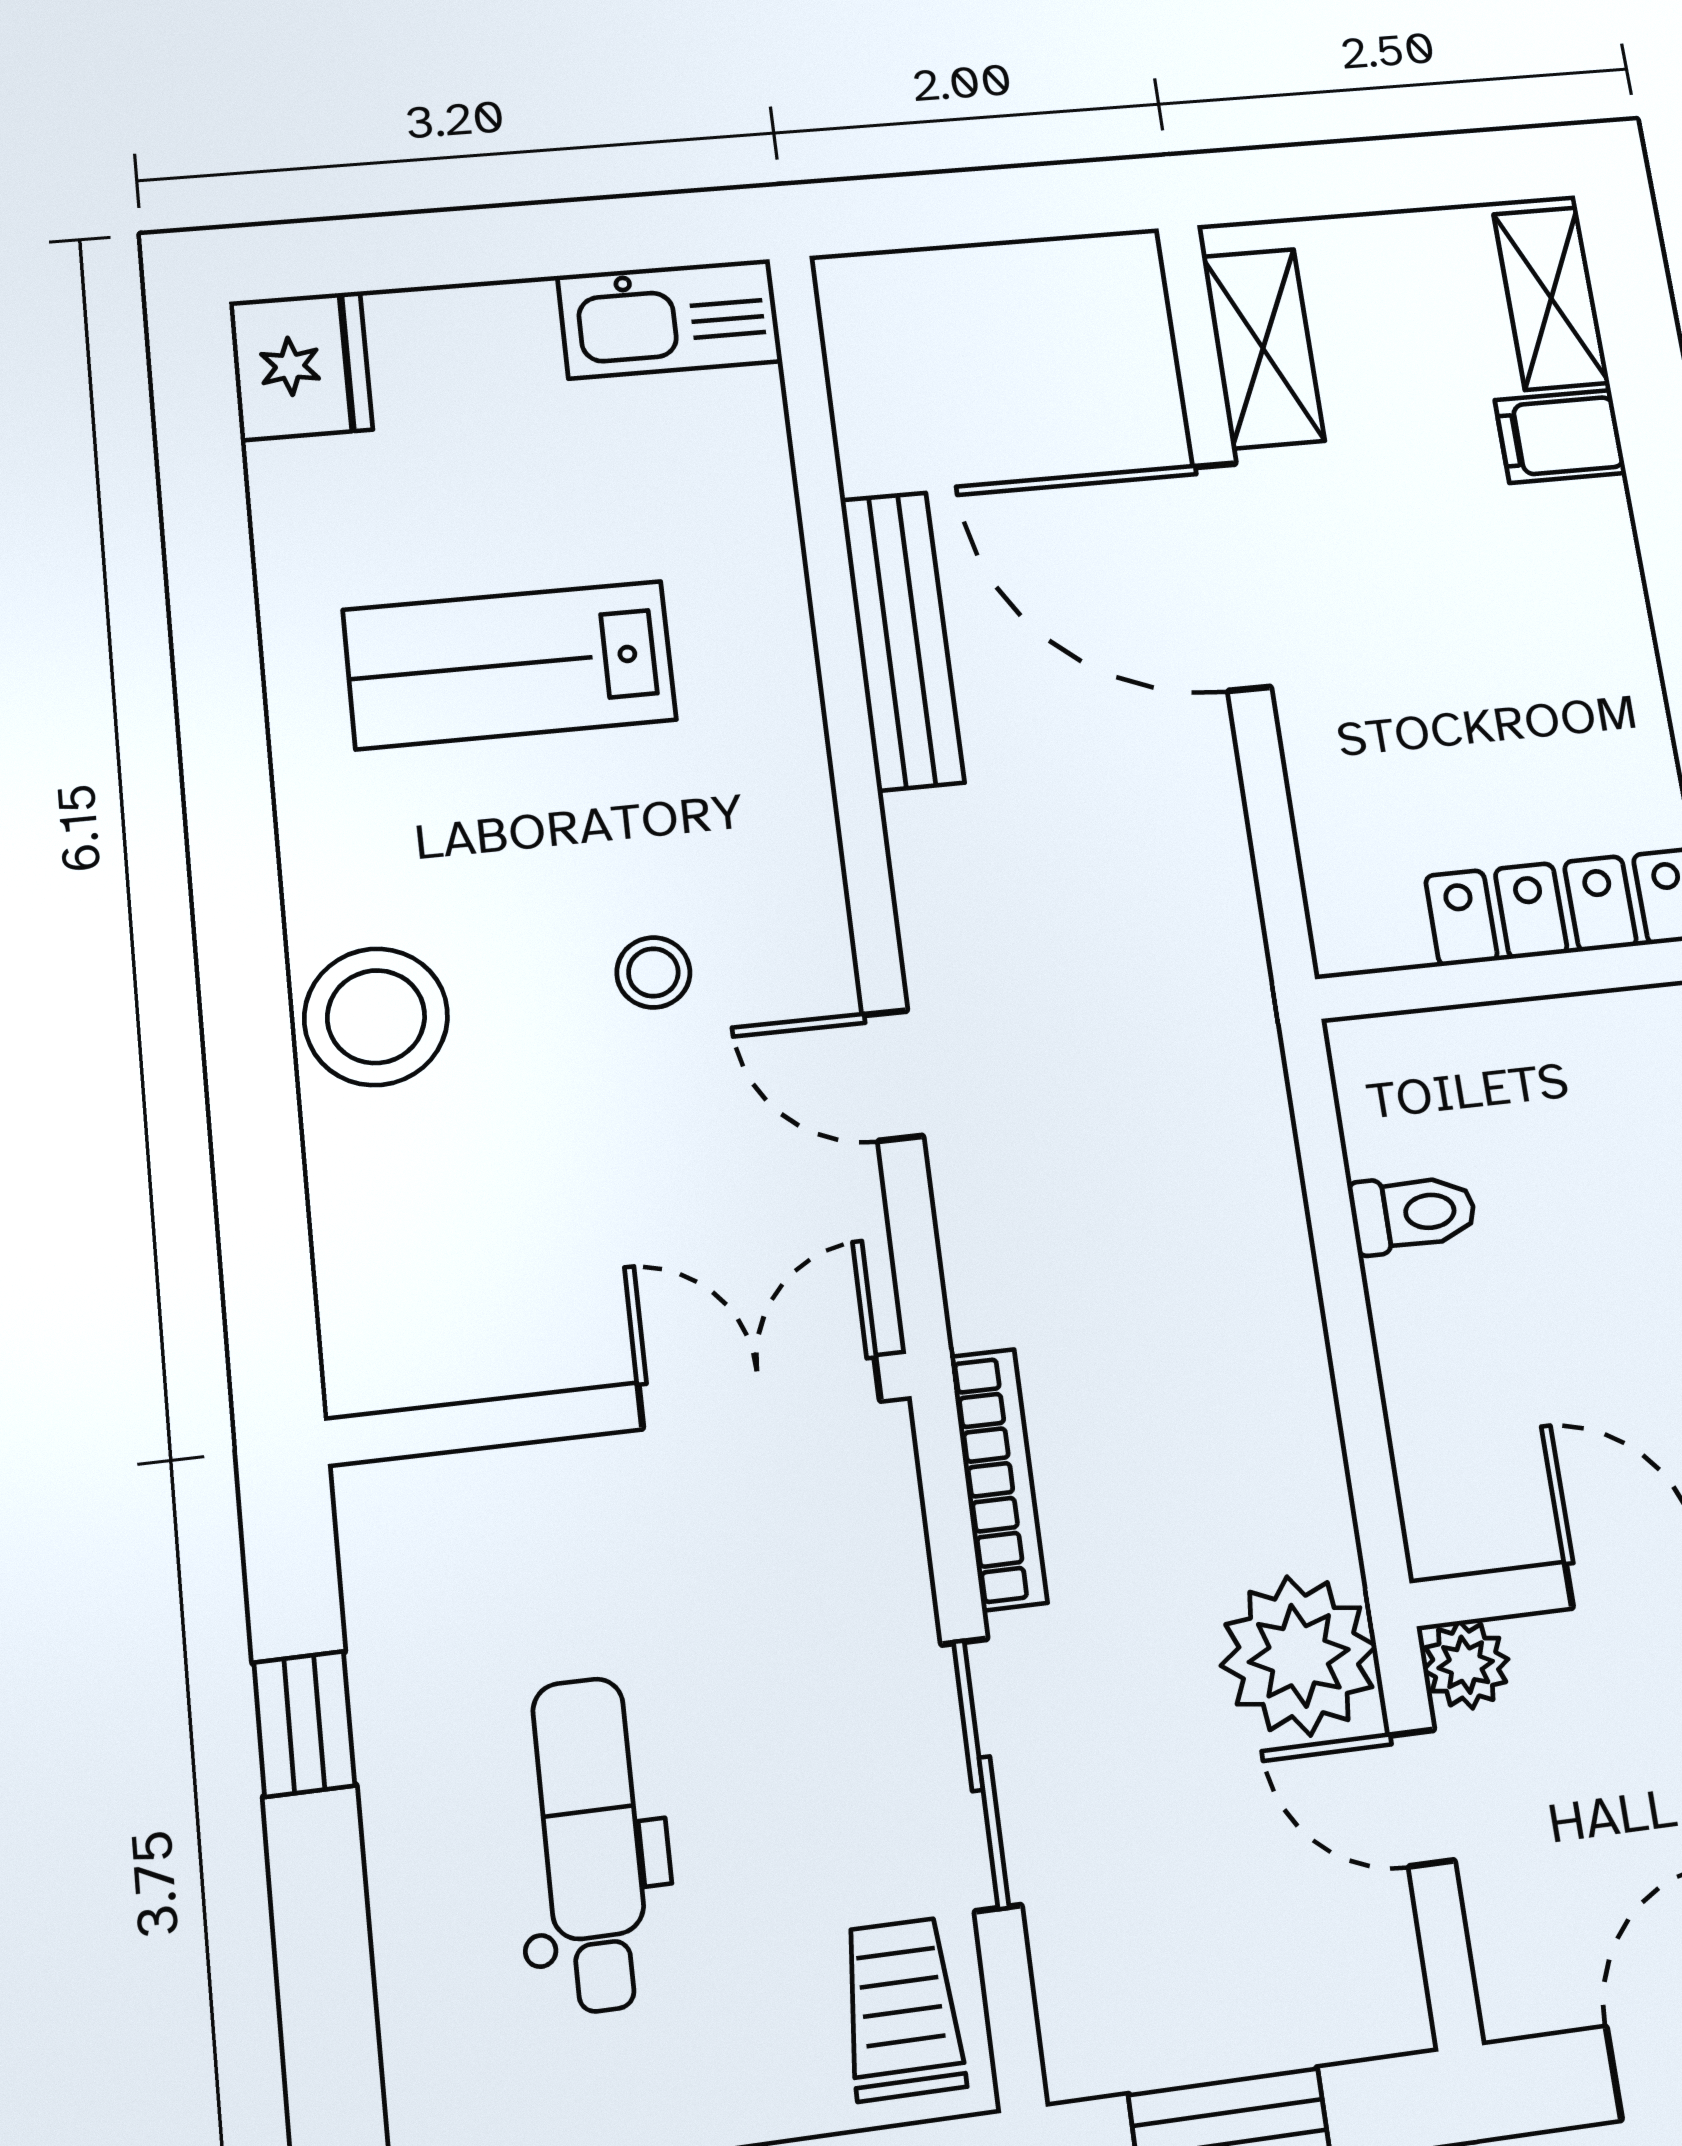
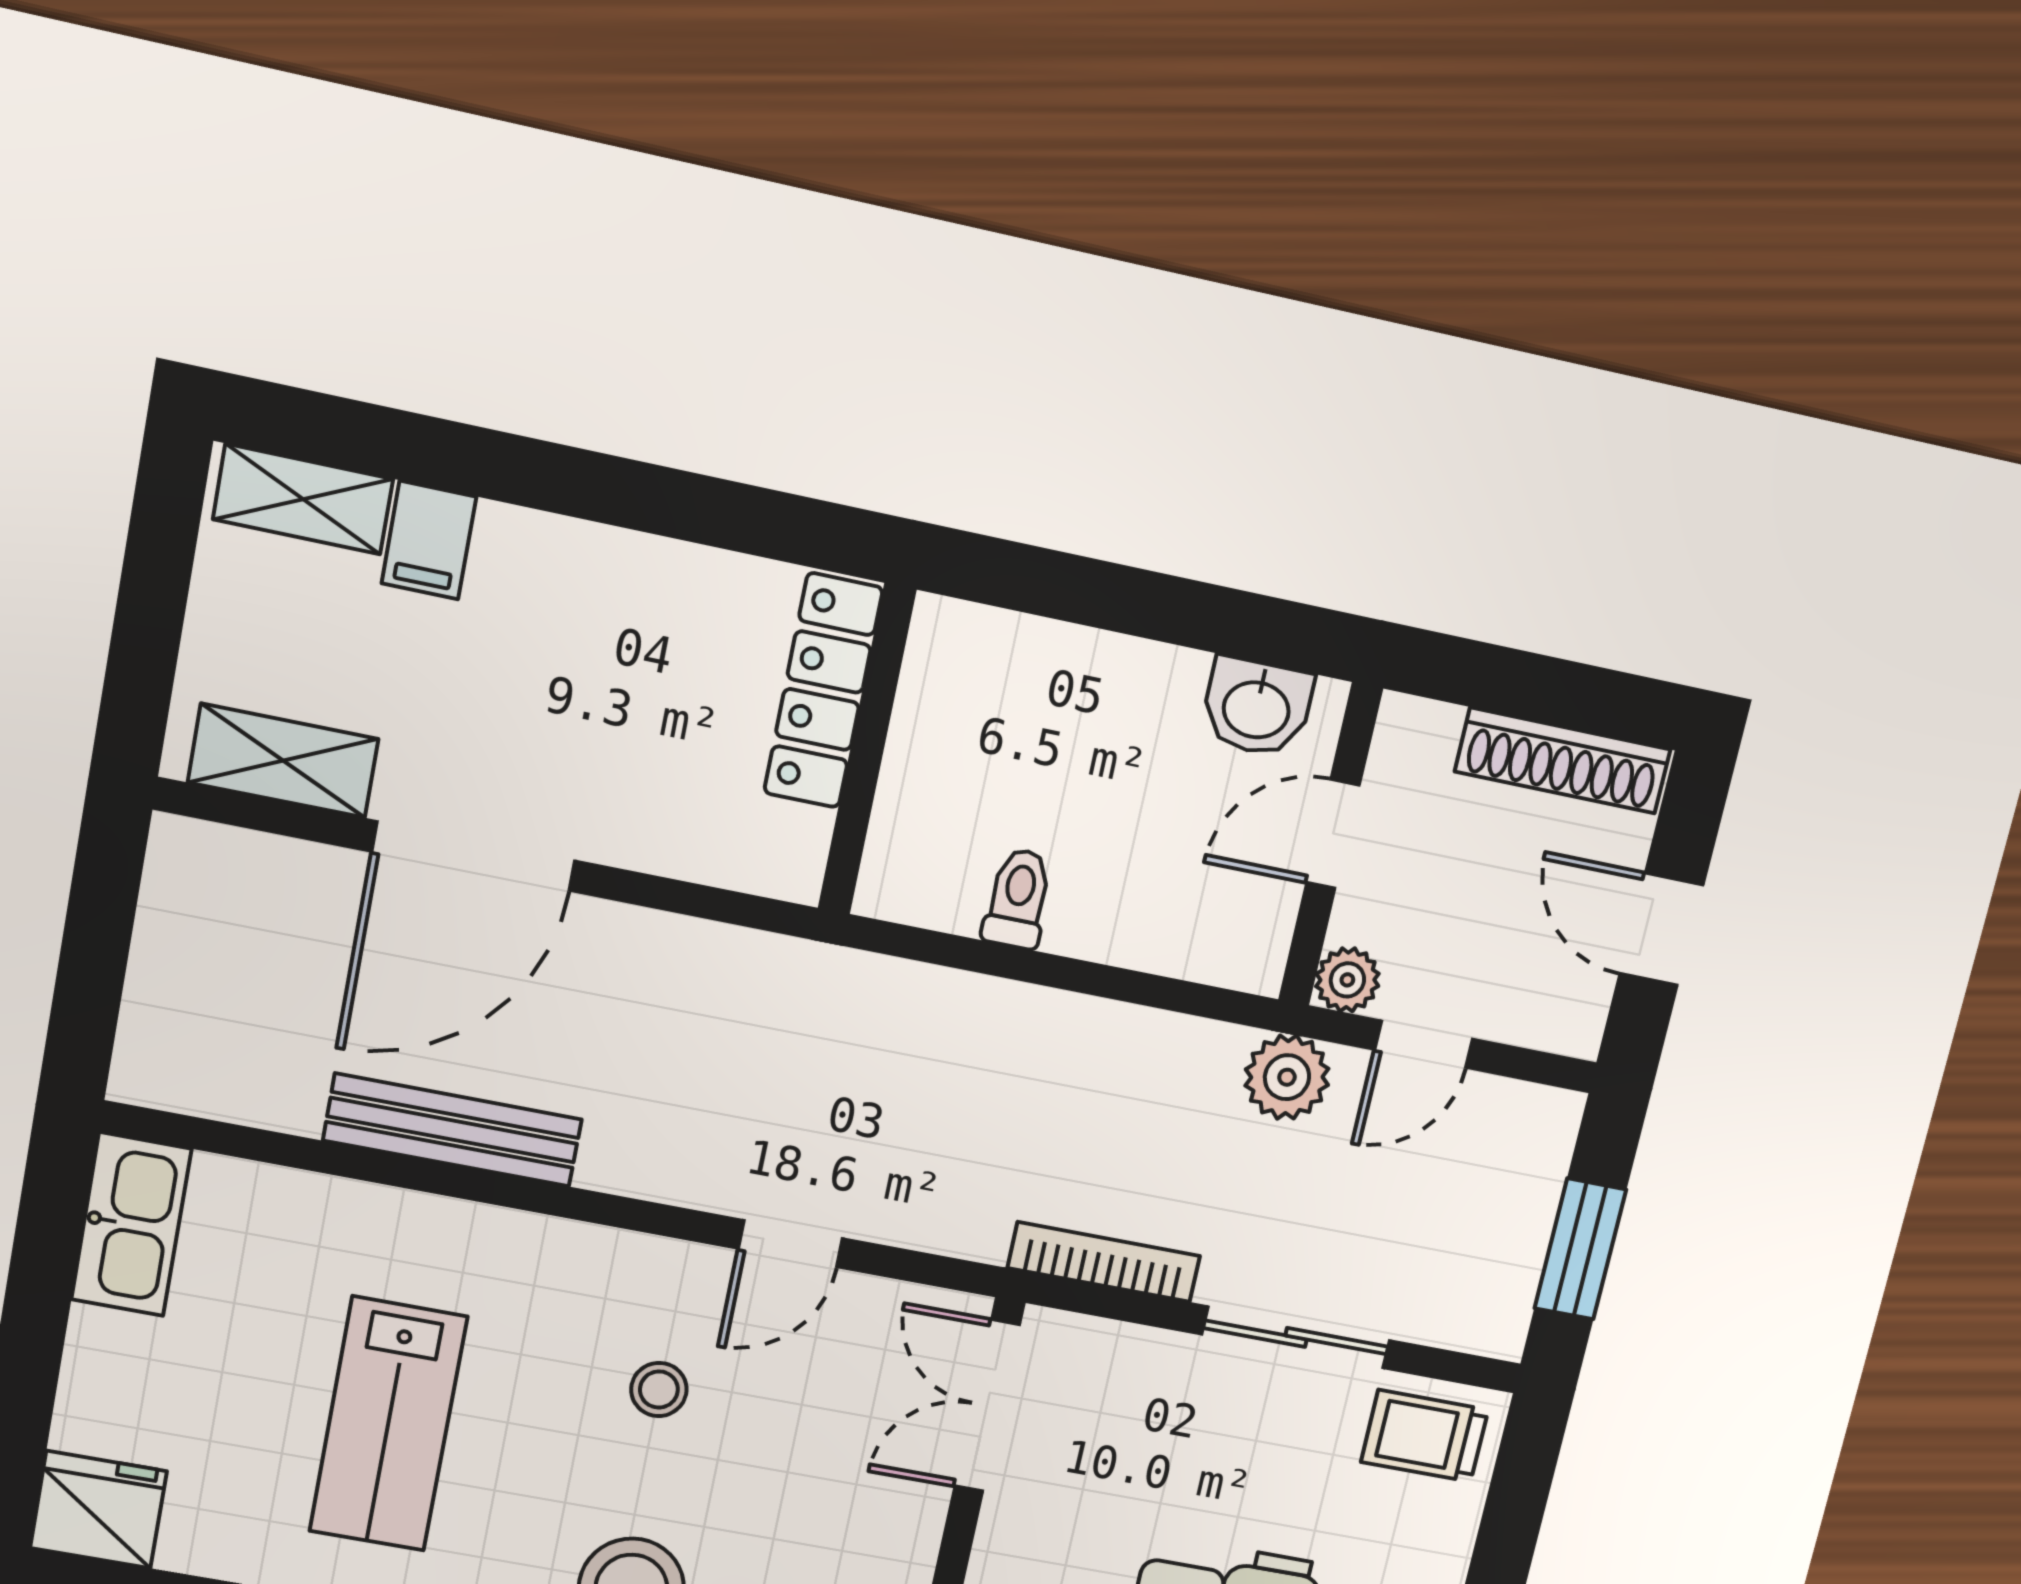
plant: (1299, 1656) -> (1287, 1077), width x0.73, depth x0.73

